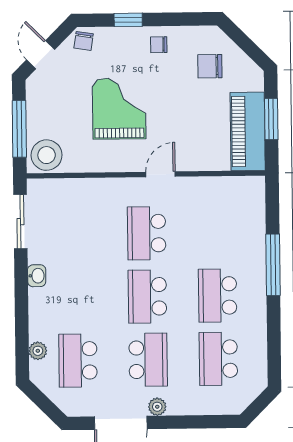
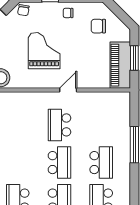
school desk: (147, 296) -> (59, 163), turned 180
school desk: (218, 296) -> (101, 163), turned 180

